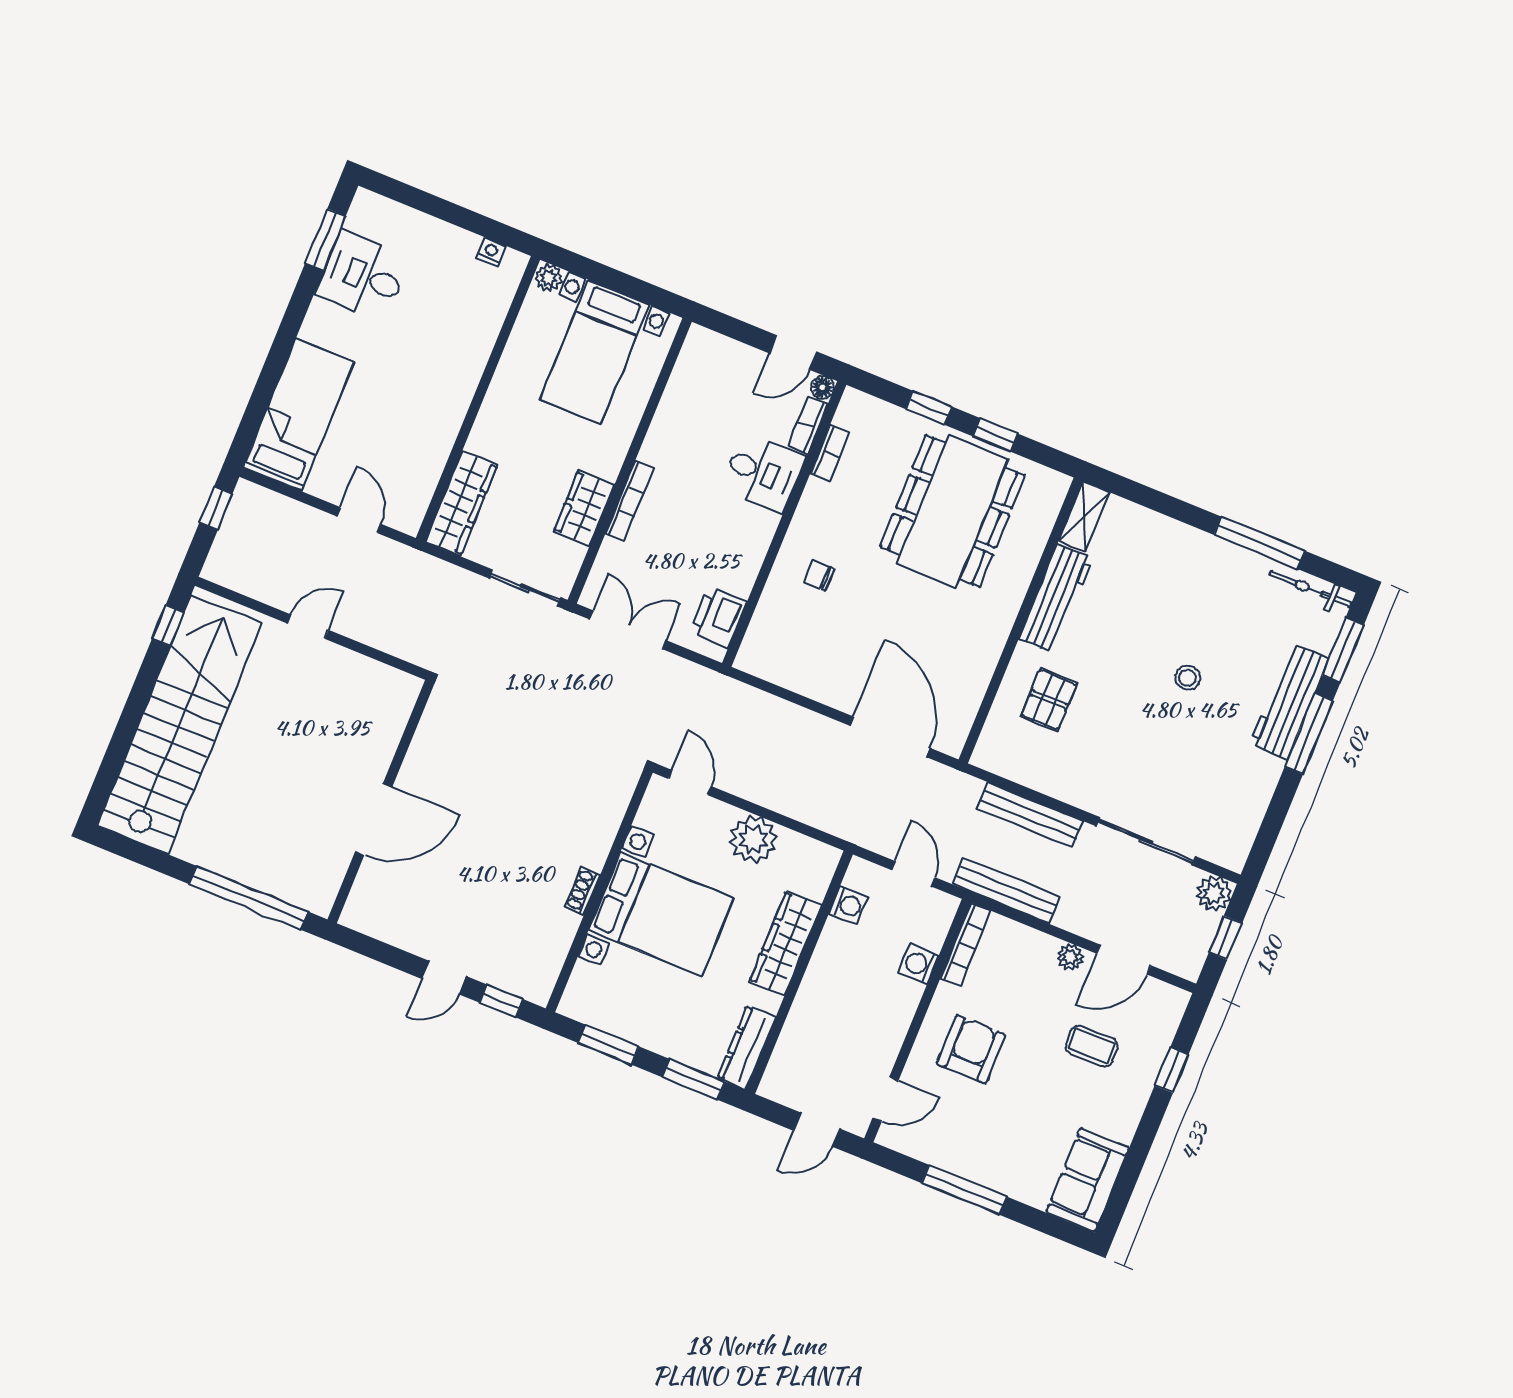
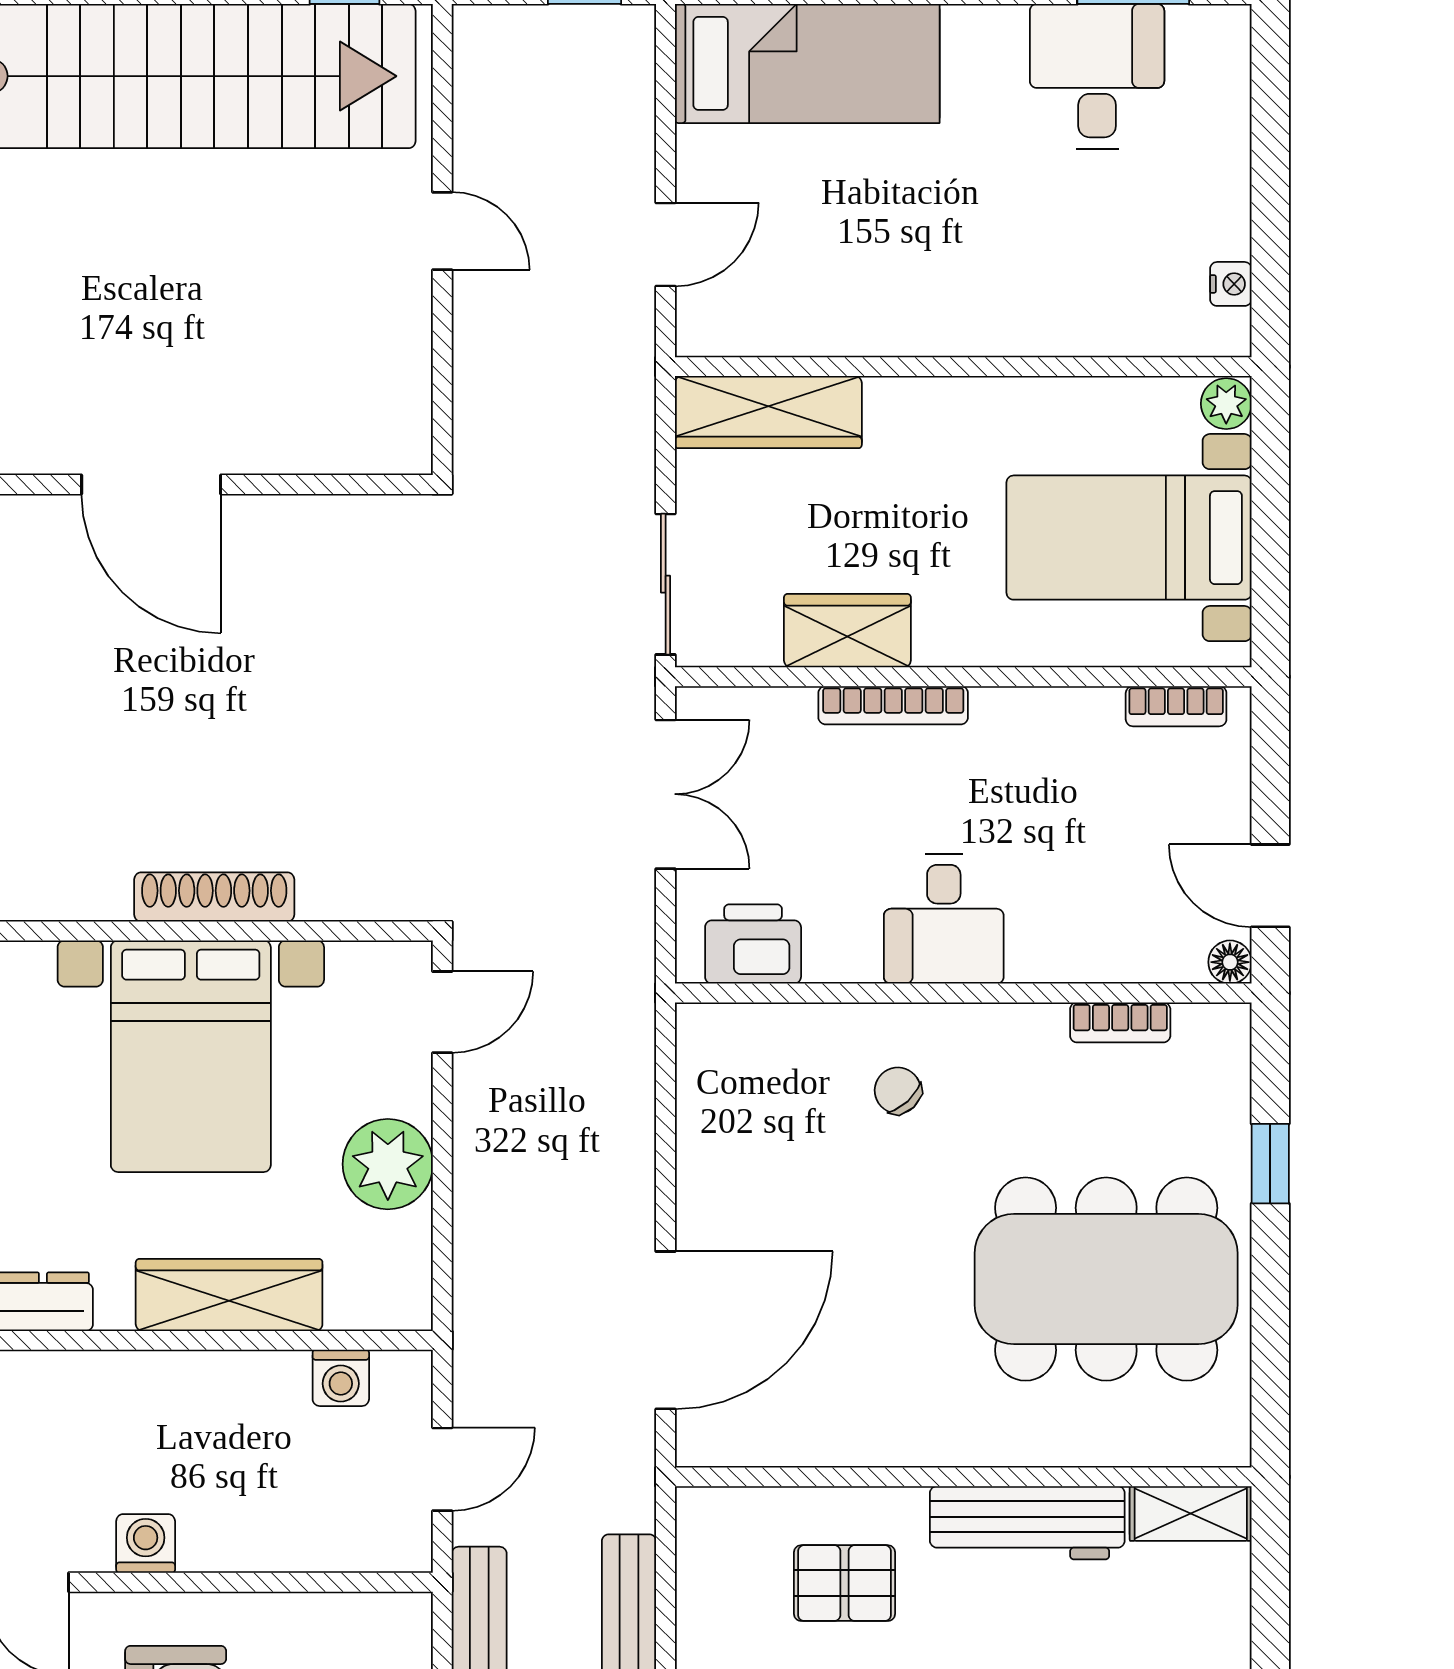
bookcase: (808, 425) -> (1176, 706), moved, turned 180
window: (996, 435) -> (1270, 1300), removed
desk: (763, 473) -> (944, 919), moved
chair: (819, 575) -> (898, 1090), turned -43
shoe rack: (582, 891) -> (214, 897), width x1.94, depth x1.24
bookcase: (965, 945) -> (355, 1612), removed
washing machine: (918, 964) -> (146, 1544), moved

